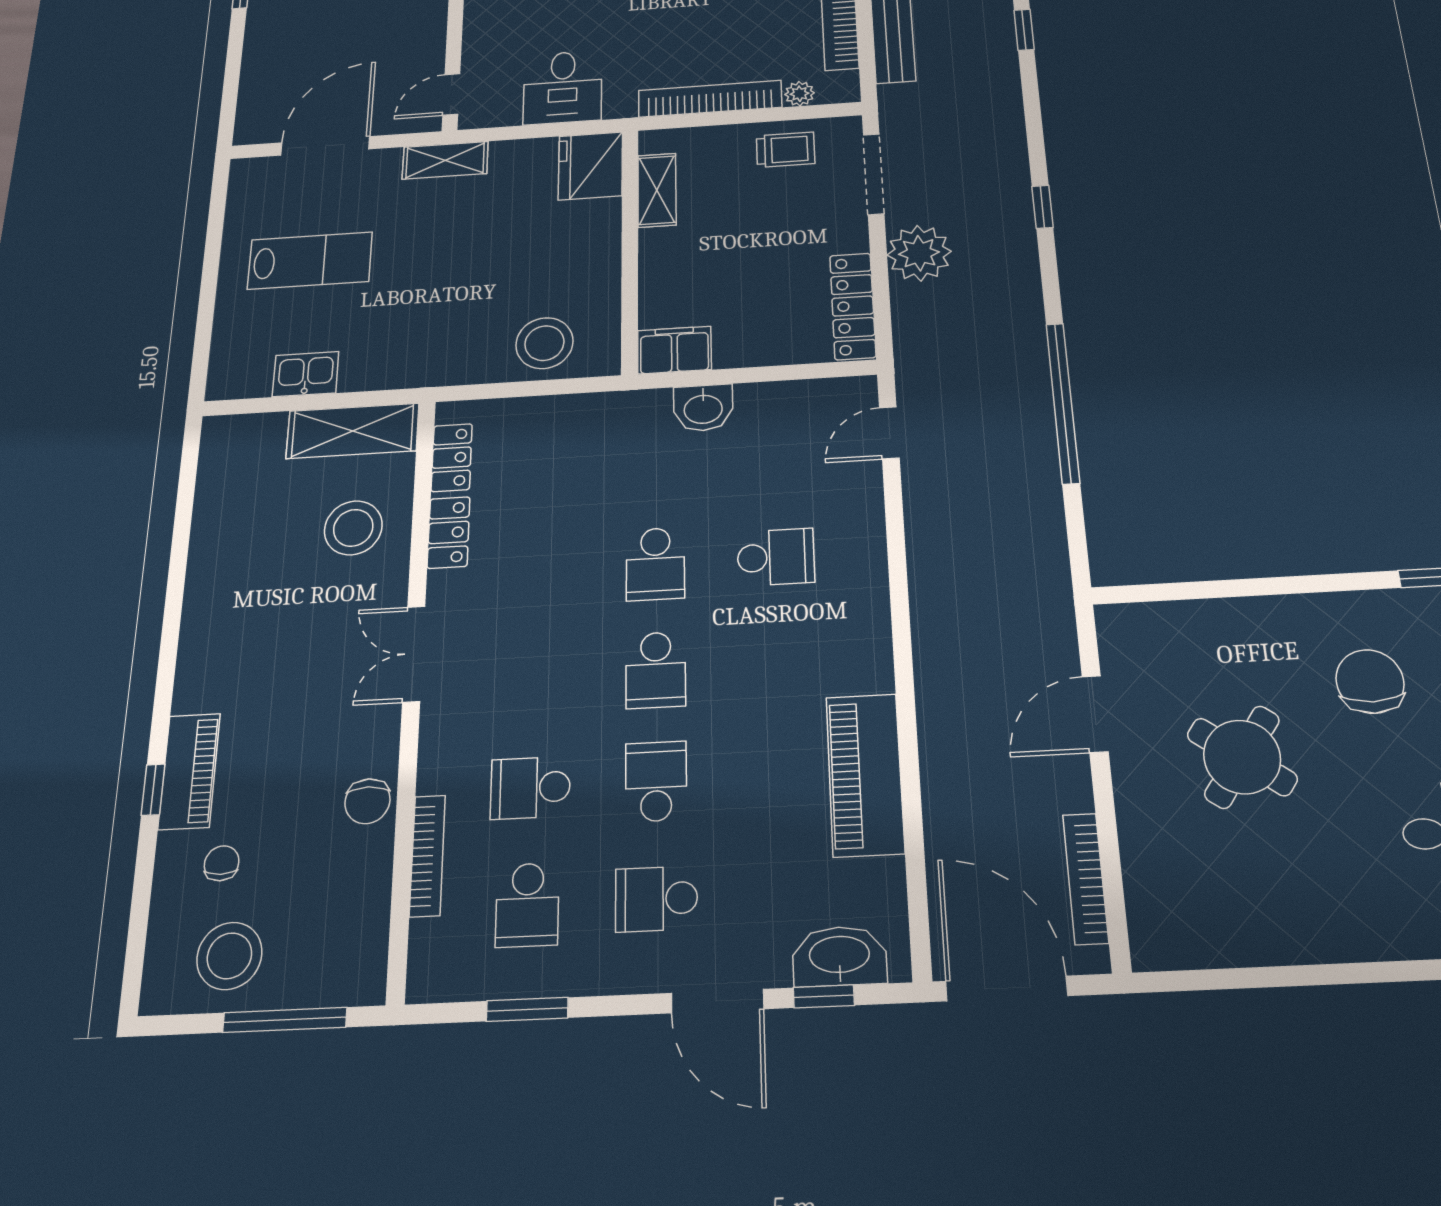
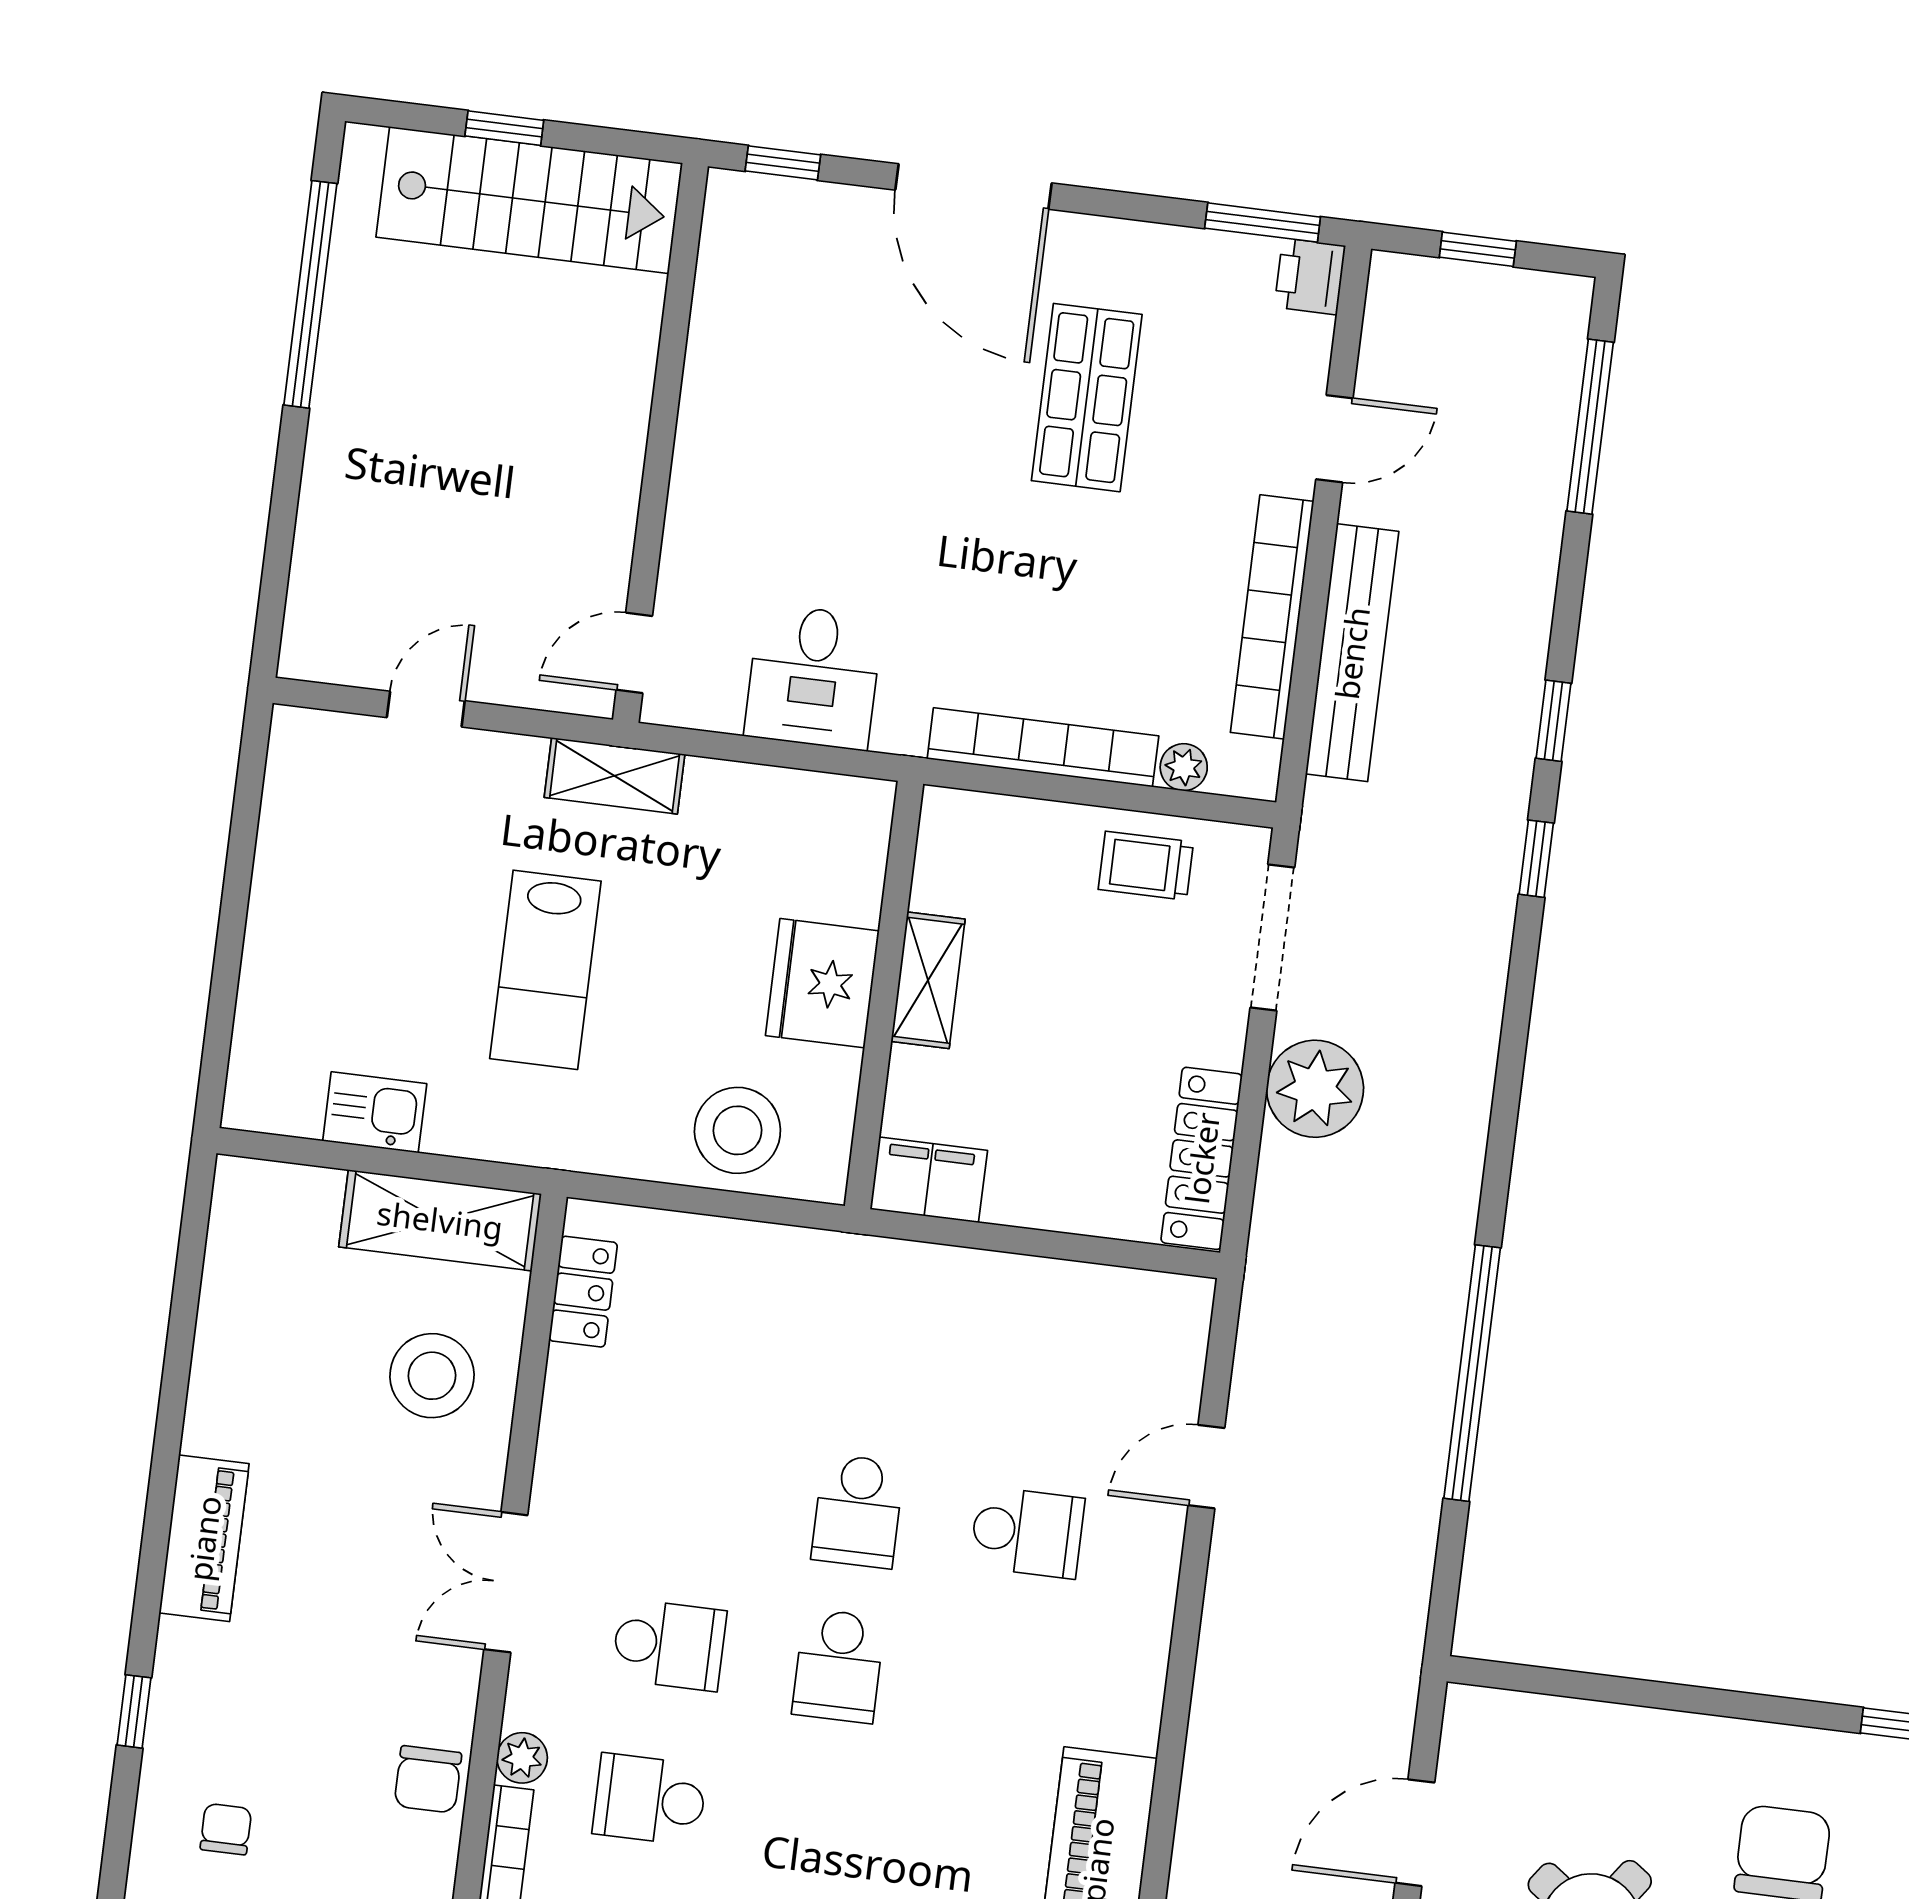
door: (325, 146) -> (426, 709), width x0.53
trolley: (786, 150) -> (1146, 866), turned 180
fridge: (590, 166) -> (822, 983), moved
shelving: (657, 190) -> (928, 980), moved
window: (1042, 207) -> (1536, 859), moved
lab bench: (310, 261) -> (545, 970), moved, turned 90
washbasin: (703, 408) -> (958, 1282), removed
door: (889, 433) -> (1206, 1467), moved
locker: (449, 532) -> (569, 1409), removed
piano: (189, 771) -> (204, 1538), moved
plant: (435, 774) -> (522, 1758), added
school desk: (656, 781) -> (669, 1645), moved, turned 90

